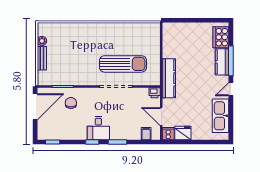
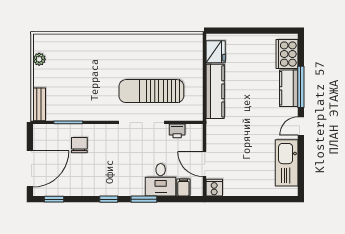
bench: (42, 58) -> (39, 104), moved
sun lounger: (123, 64) -> (151, 91), turned 180
kitchen counter: (169, 78) -> (215, 91), moved
printer: (155, 93) -> (177, 131), moved
door: (35, 107) -> (30, 169), moved
desk: (98, 128) -> (161, 180), moved
fridge: (183, 133) -> (216, 52), moved, turned 90

